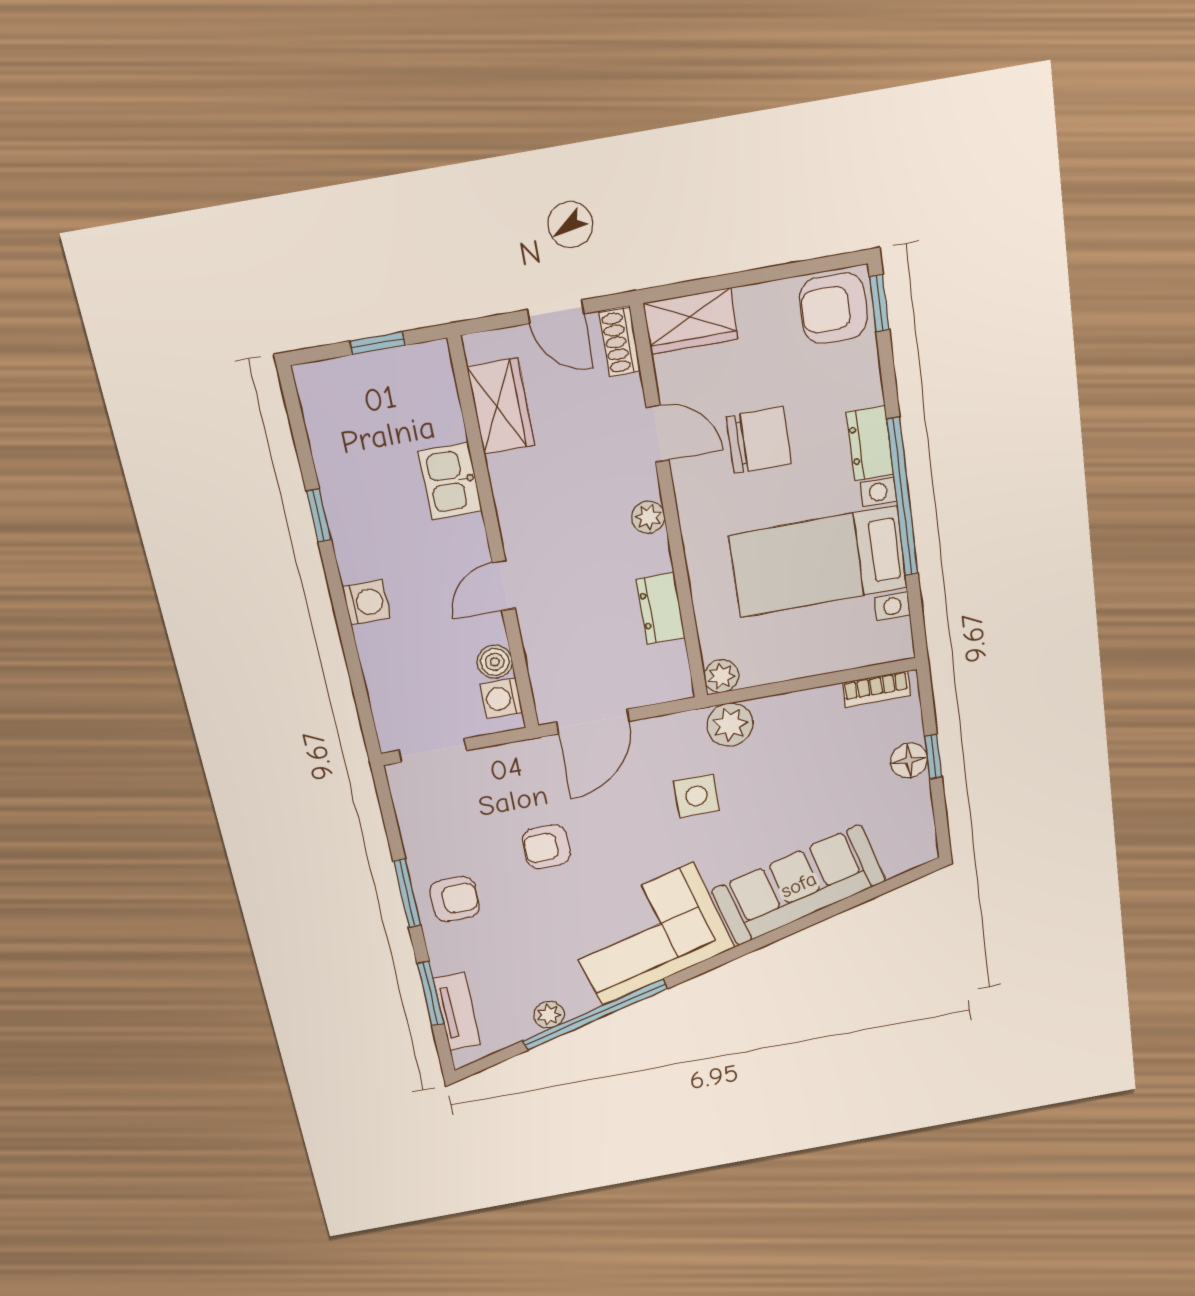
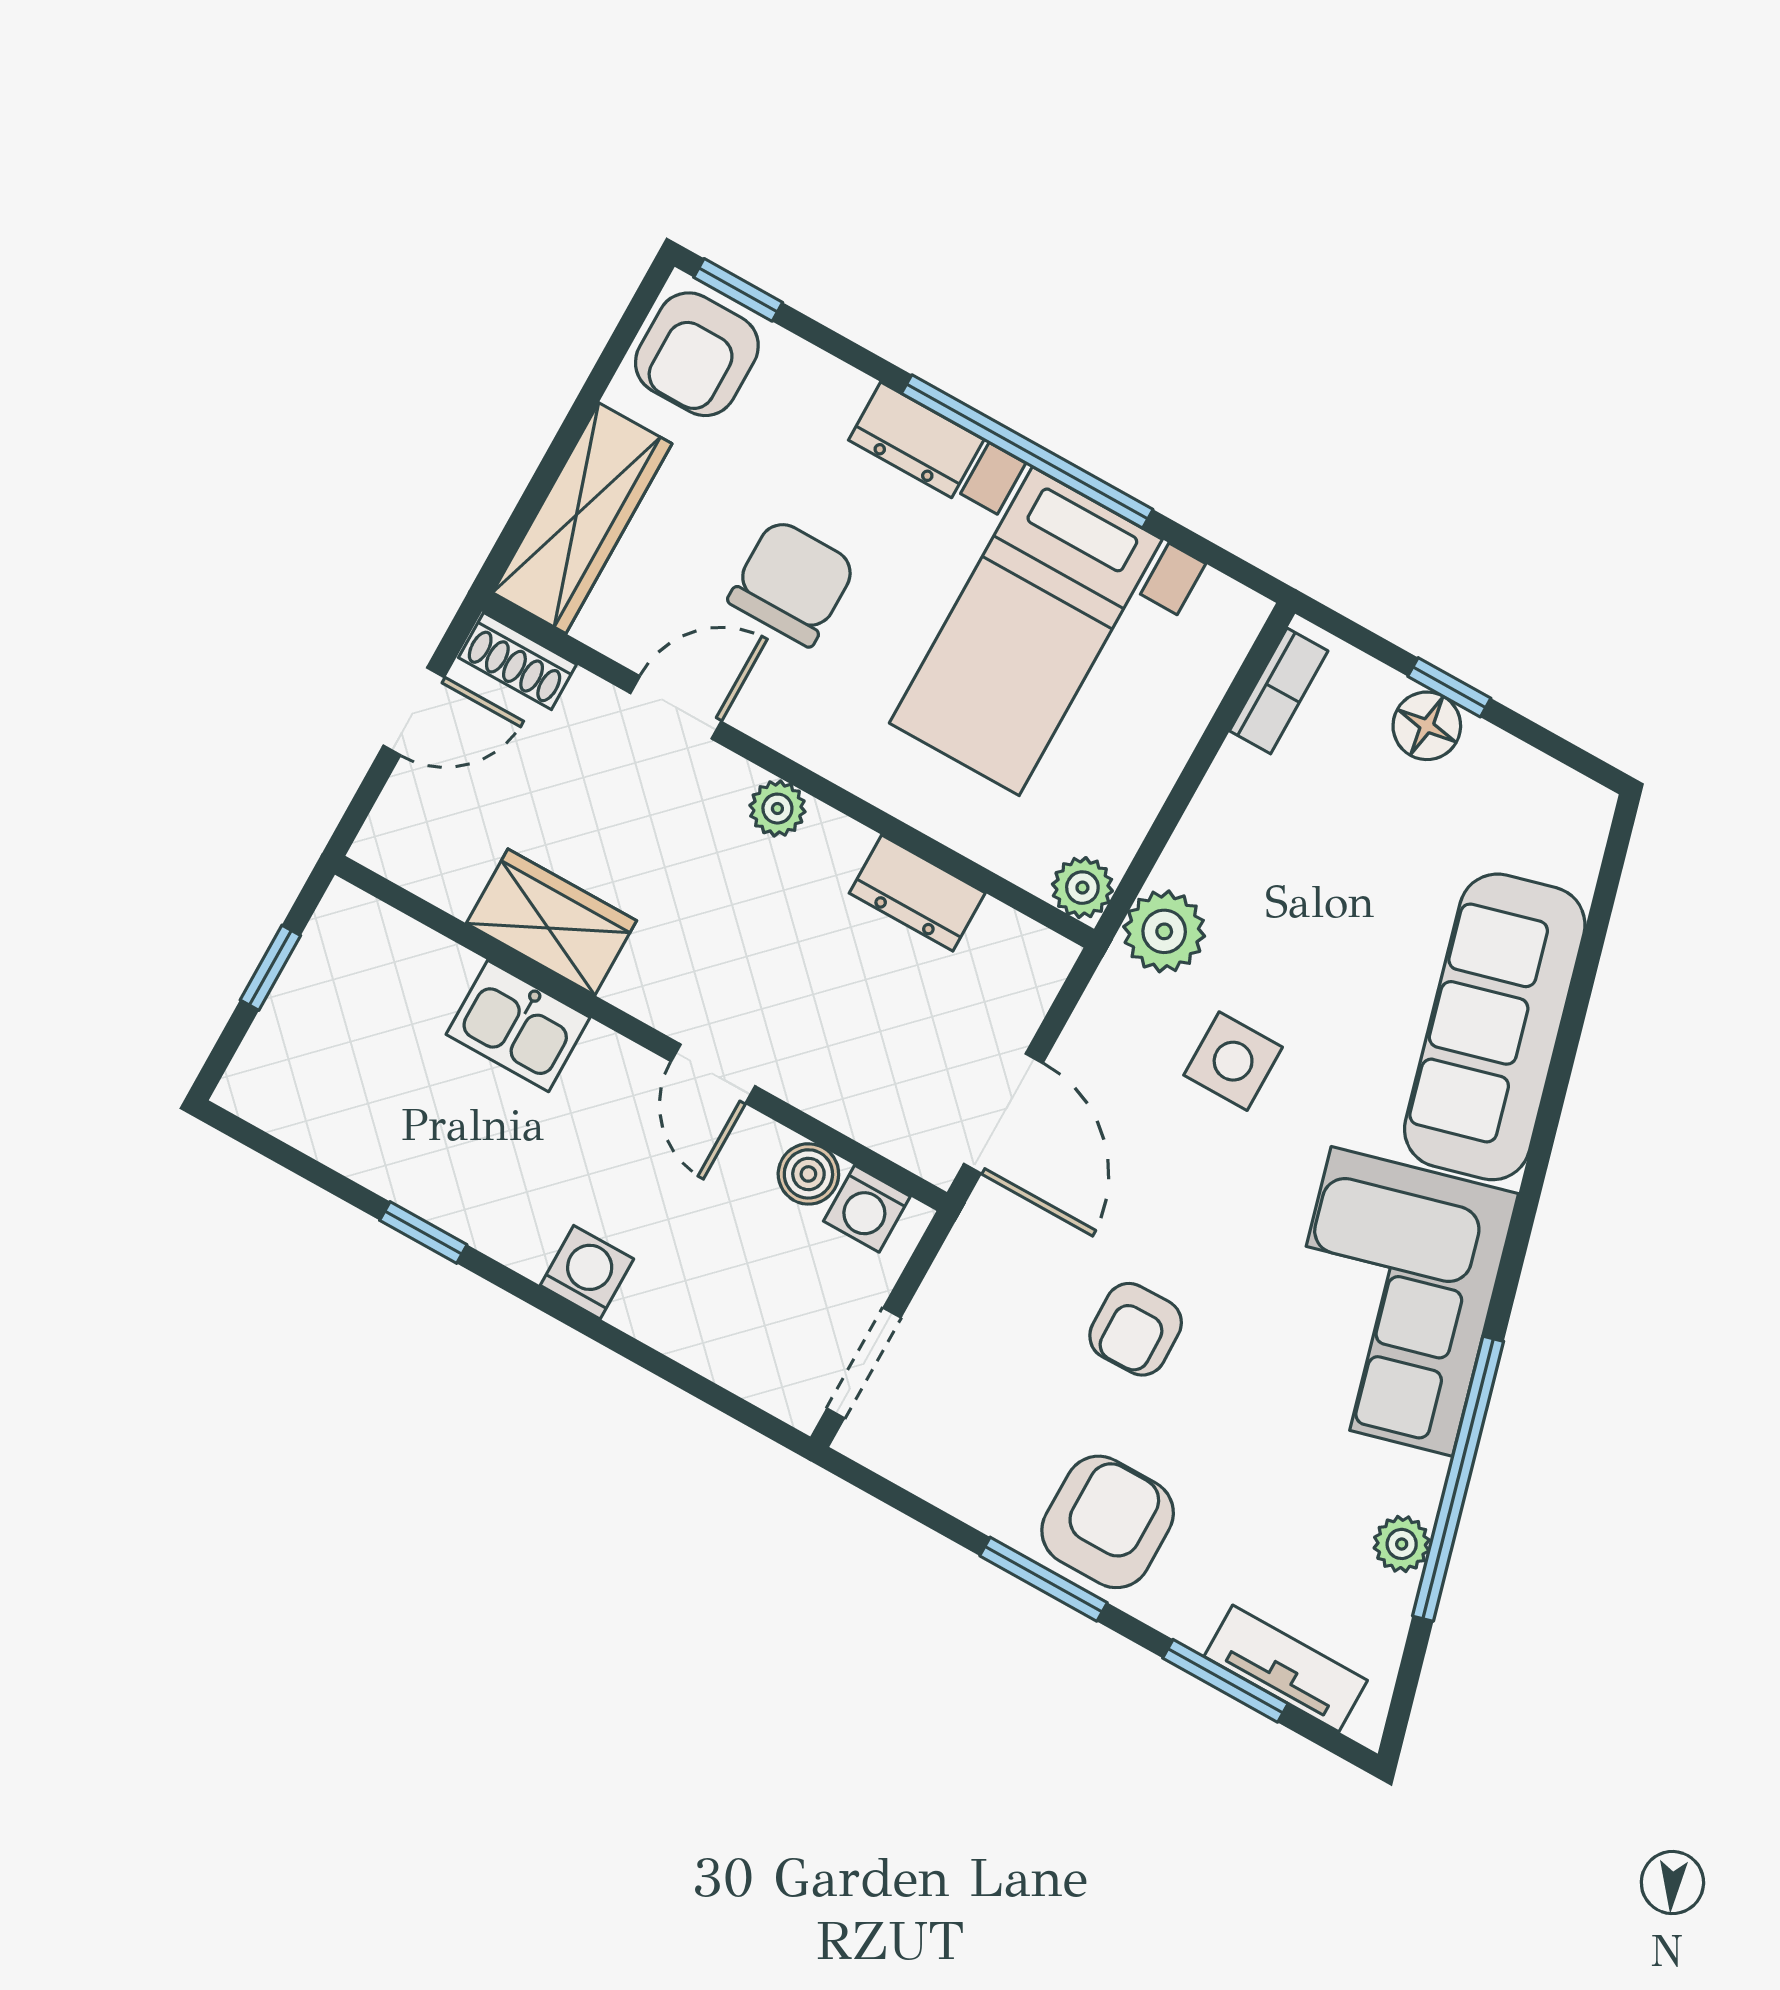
wardrobe: (691, 321) -> (582, 518), width x1.50
wardrobe: (501, 406) -> (551, 922), moved
armchair: (455, 899) -> (1108, 1522), width x1.38, depth x1.38

